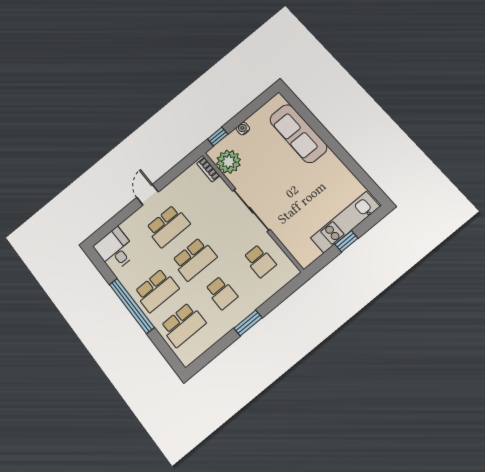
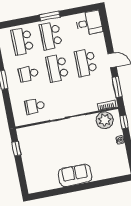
sofa: (298, 133) -> (75, 175), moved, width x0.73
window: (178, 170) -> (117, 87), added
kitchen unit: (345, 222) -> (30, 168), removed
window: (346, 241) -> (16, 149), moved
window: (132, 306) -> (50, 16), width x0.47

